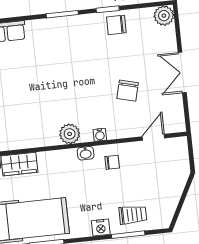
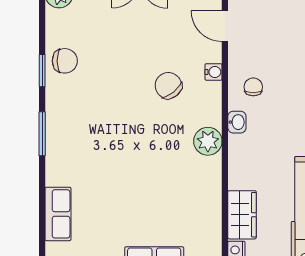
chair: (116, 25) -> (65, 61), turned -90
chair: (128, 91) -> (168, 86), moved, turned -143
water cooler: (100, 135) -> (214, 72), moved

